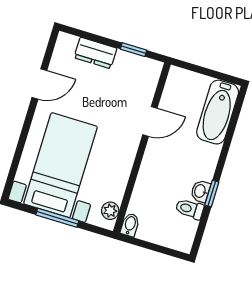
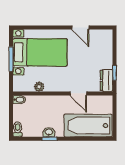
dresser: (95, 53) -> (106, 80), moved
bathtub: (218, 112) -> (88, 125), width x1.36, depth x1.36
toilet: (190, 209) -> (18, 129), moved
plant: (110, 211) -> (39, 87), moved

